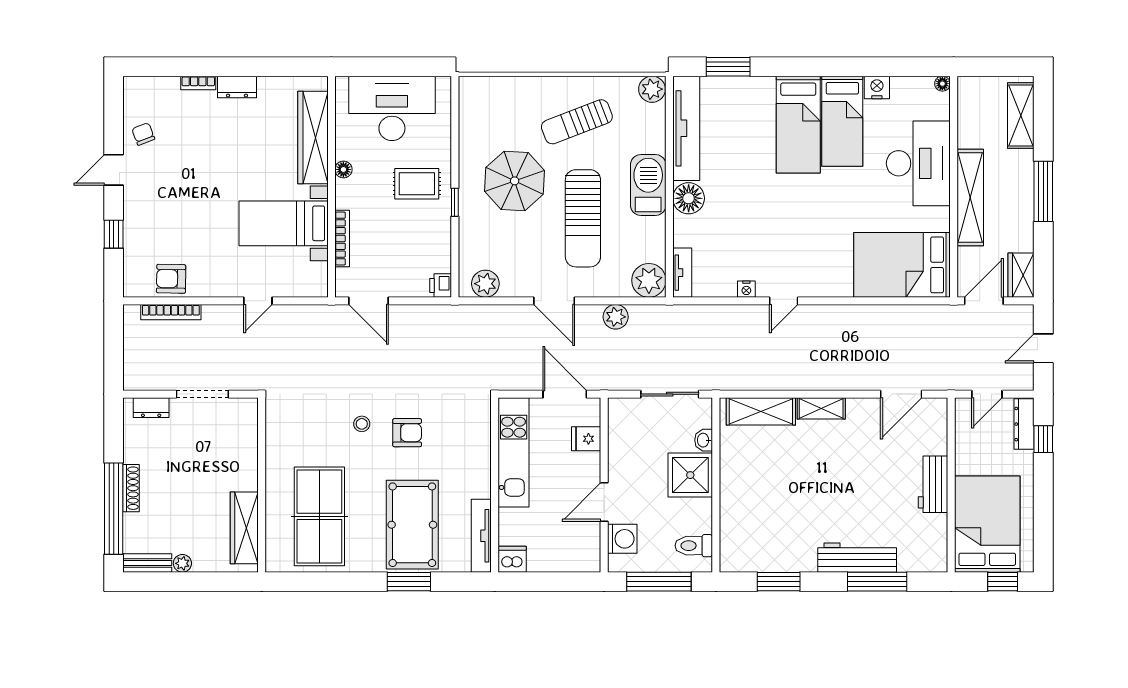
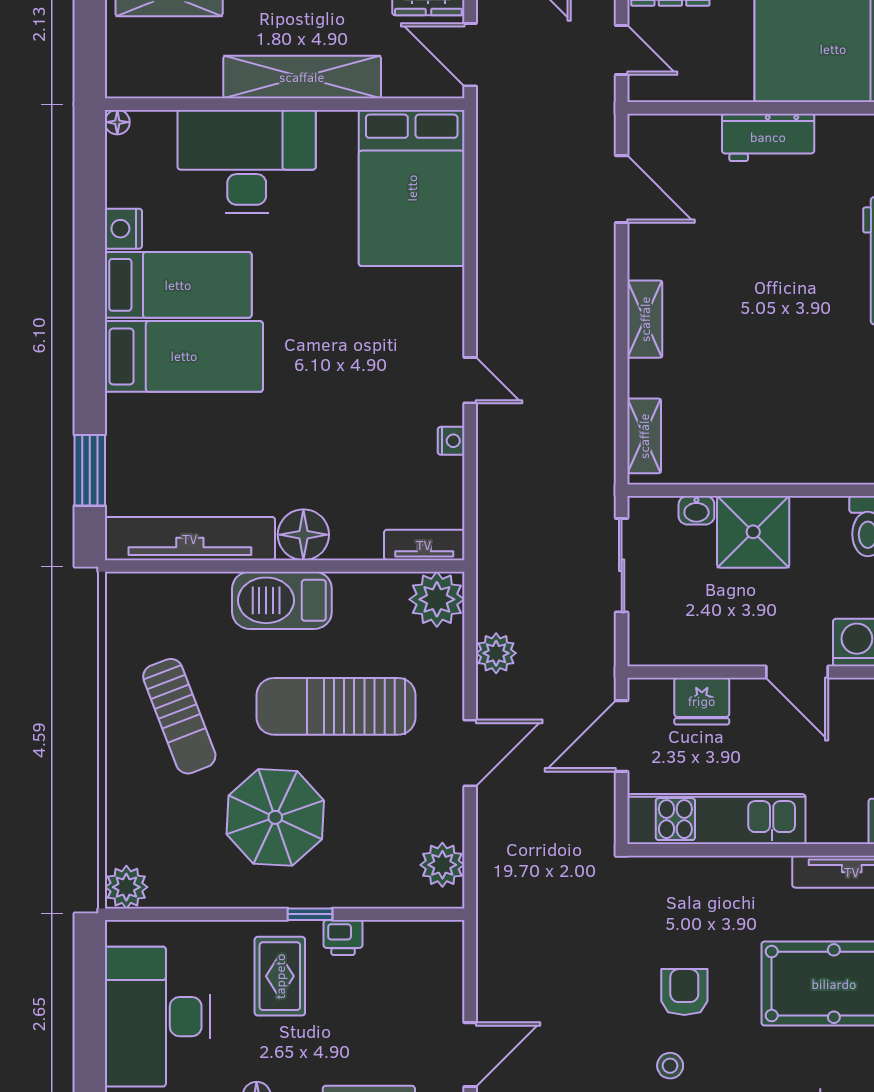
plant: (652, 89) -> (126, 887), moved
sun lounger: (583, 218) -> (336, 706), turned 180
printer: (441, 285) -> (343, 937), moved
shelving: (761, 411) -> (644, 436), width x0.67, depth x0.75
fridge: (586, 439) -> (702, 701), width x1.38

